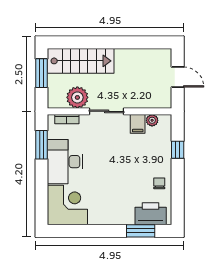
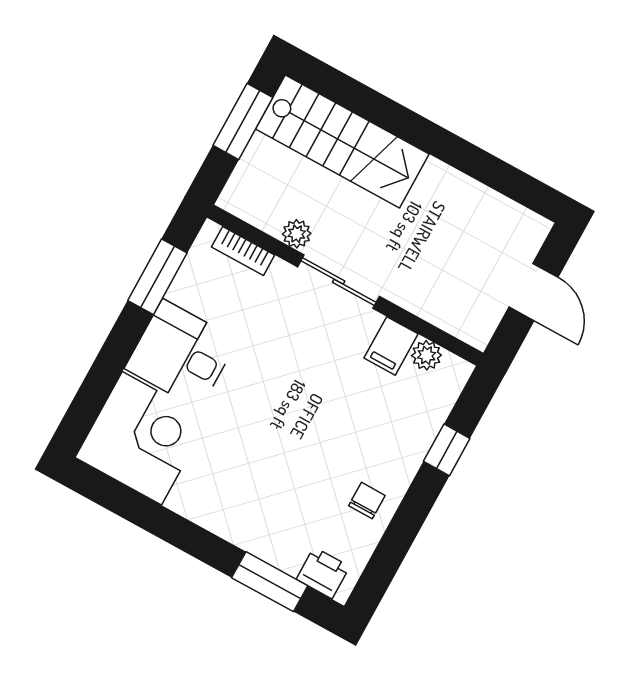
plant: (77, 97) -> (297, 234), width x0.53, depth x0.53
desk: (65, 162) -> (181, 354), width x0.73
printer: (151, 214) -> (323, 573), width x0.53, depth x0.68

